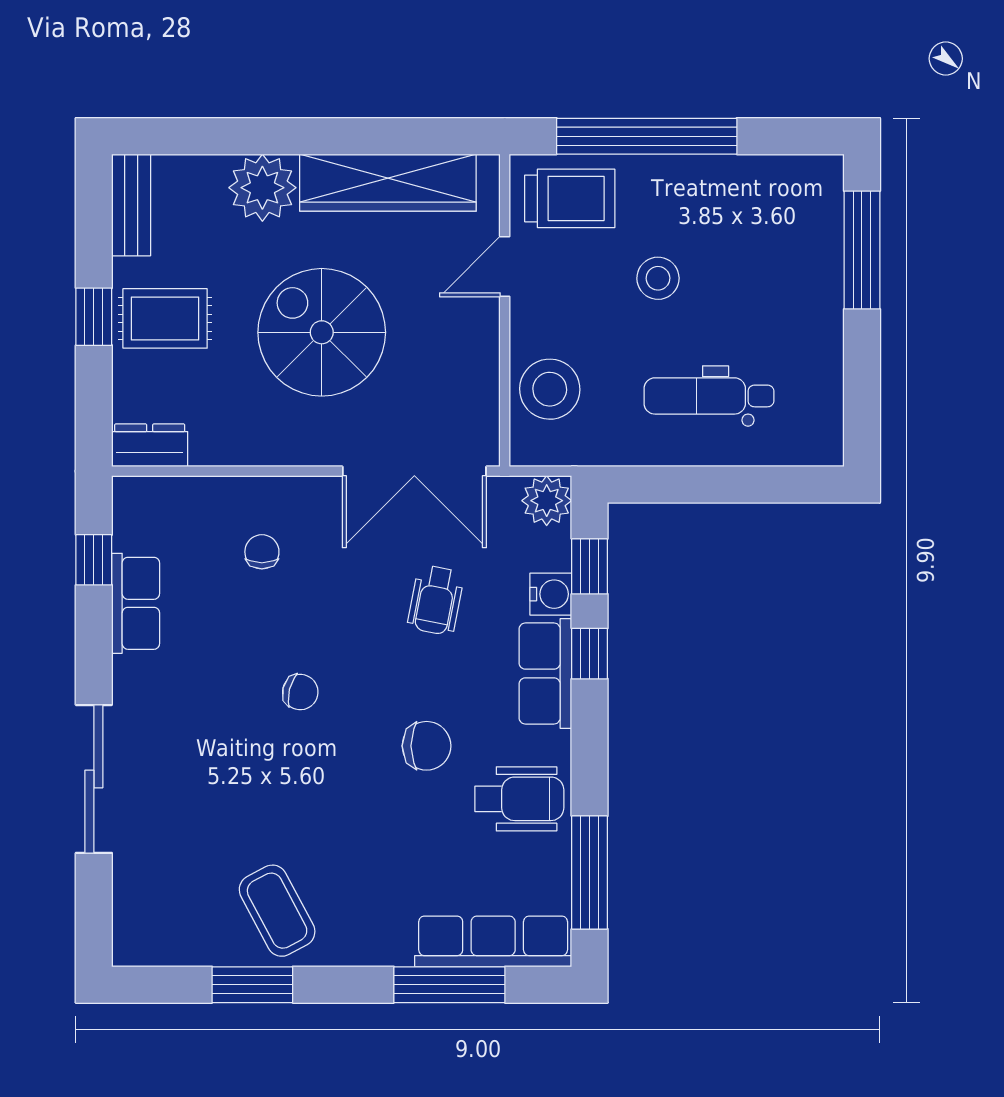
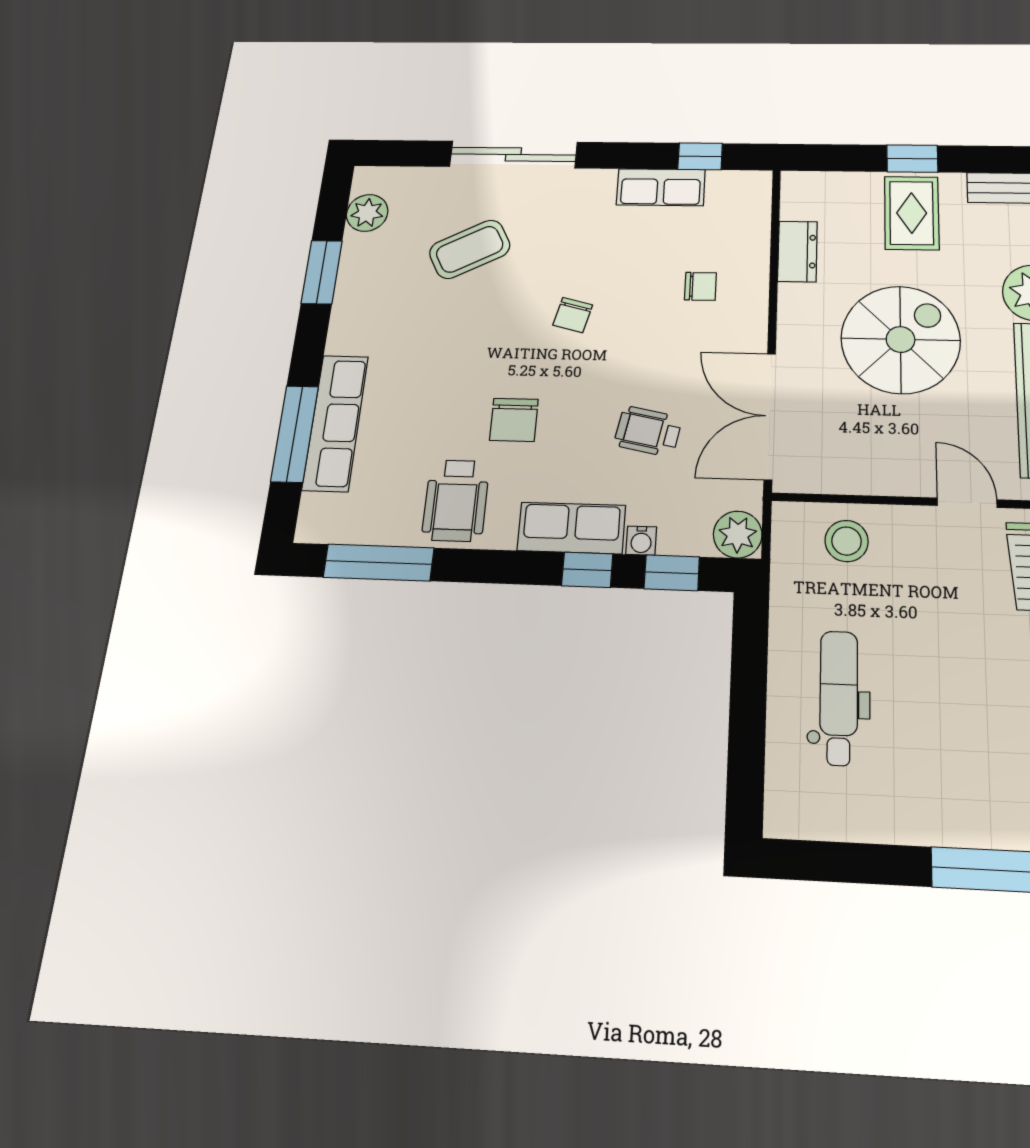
stool: (658, 278) -> (959, 651), removed
stool: (550, 389) -> (847, 541), width x0.73, depth x0.73
dresser: (150, 445) -> (797, 251), moved
water cooler: (551, 594) -> (641, 541), width x0.72, depth x0.72
coffee table: (277, 911) -> (470, 249), moved
row of seats: (493, 941) -> (335, 423), moved
plant: (175, 943) -> (367, 213), added

